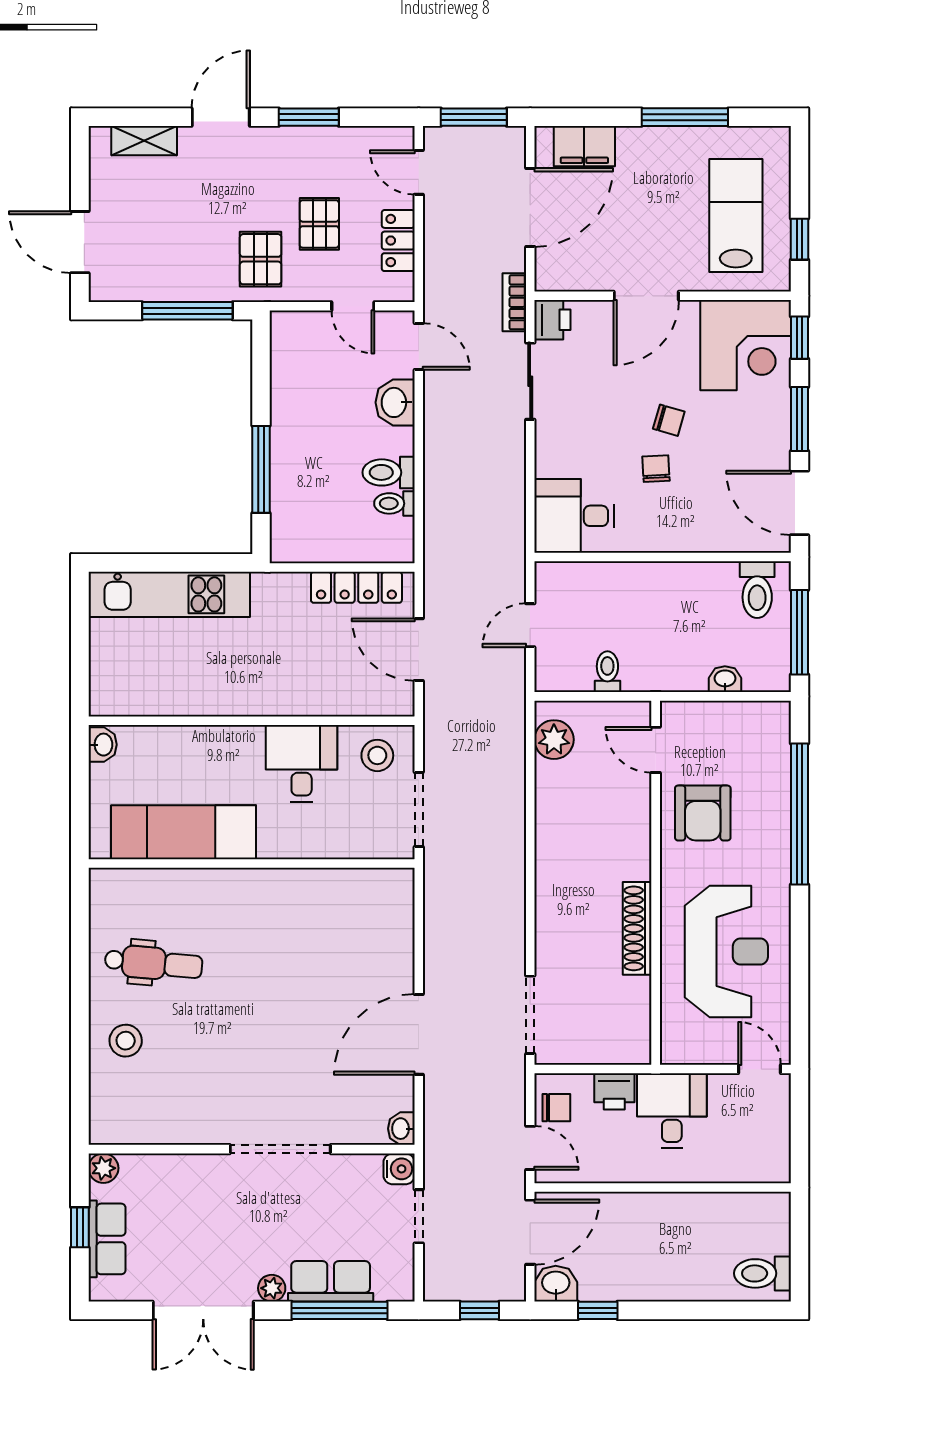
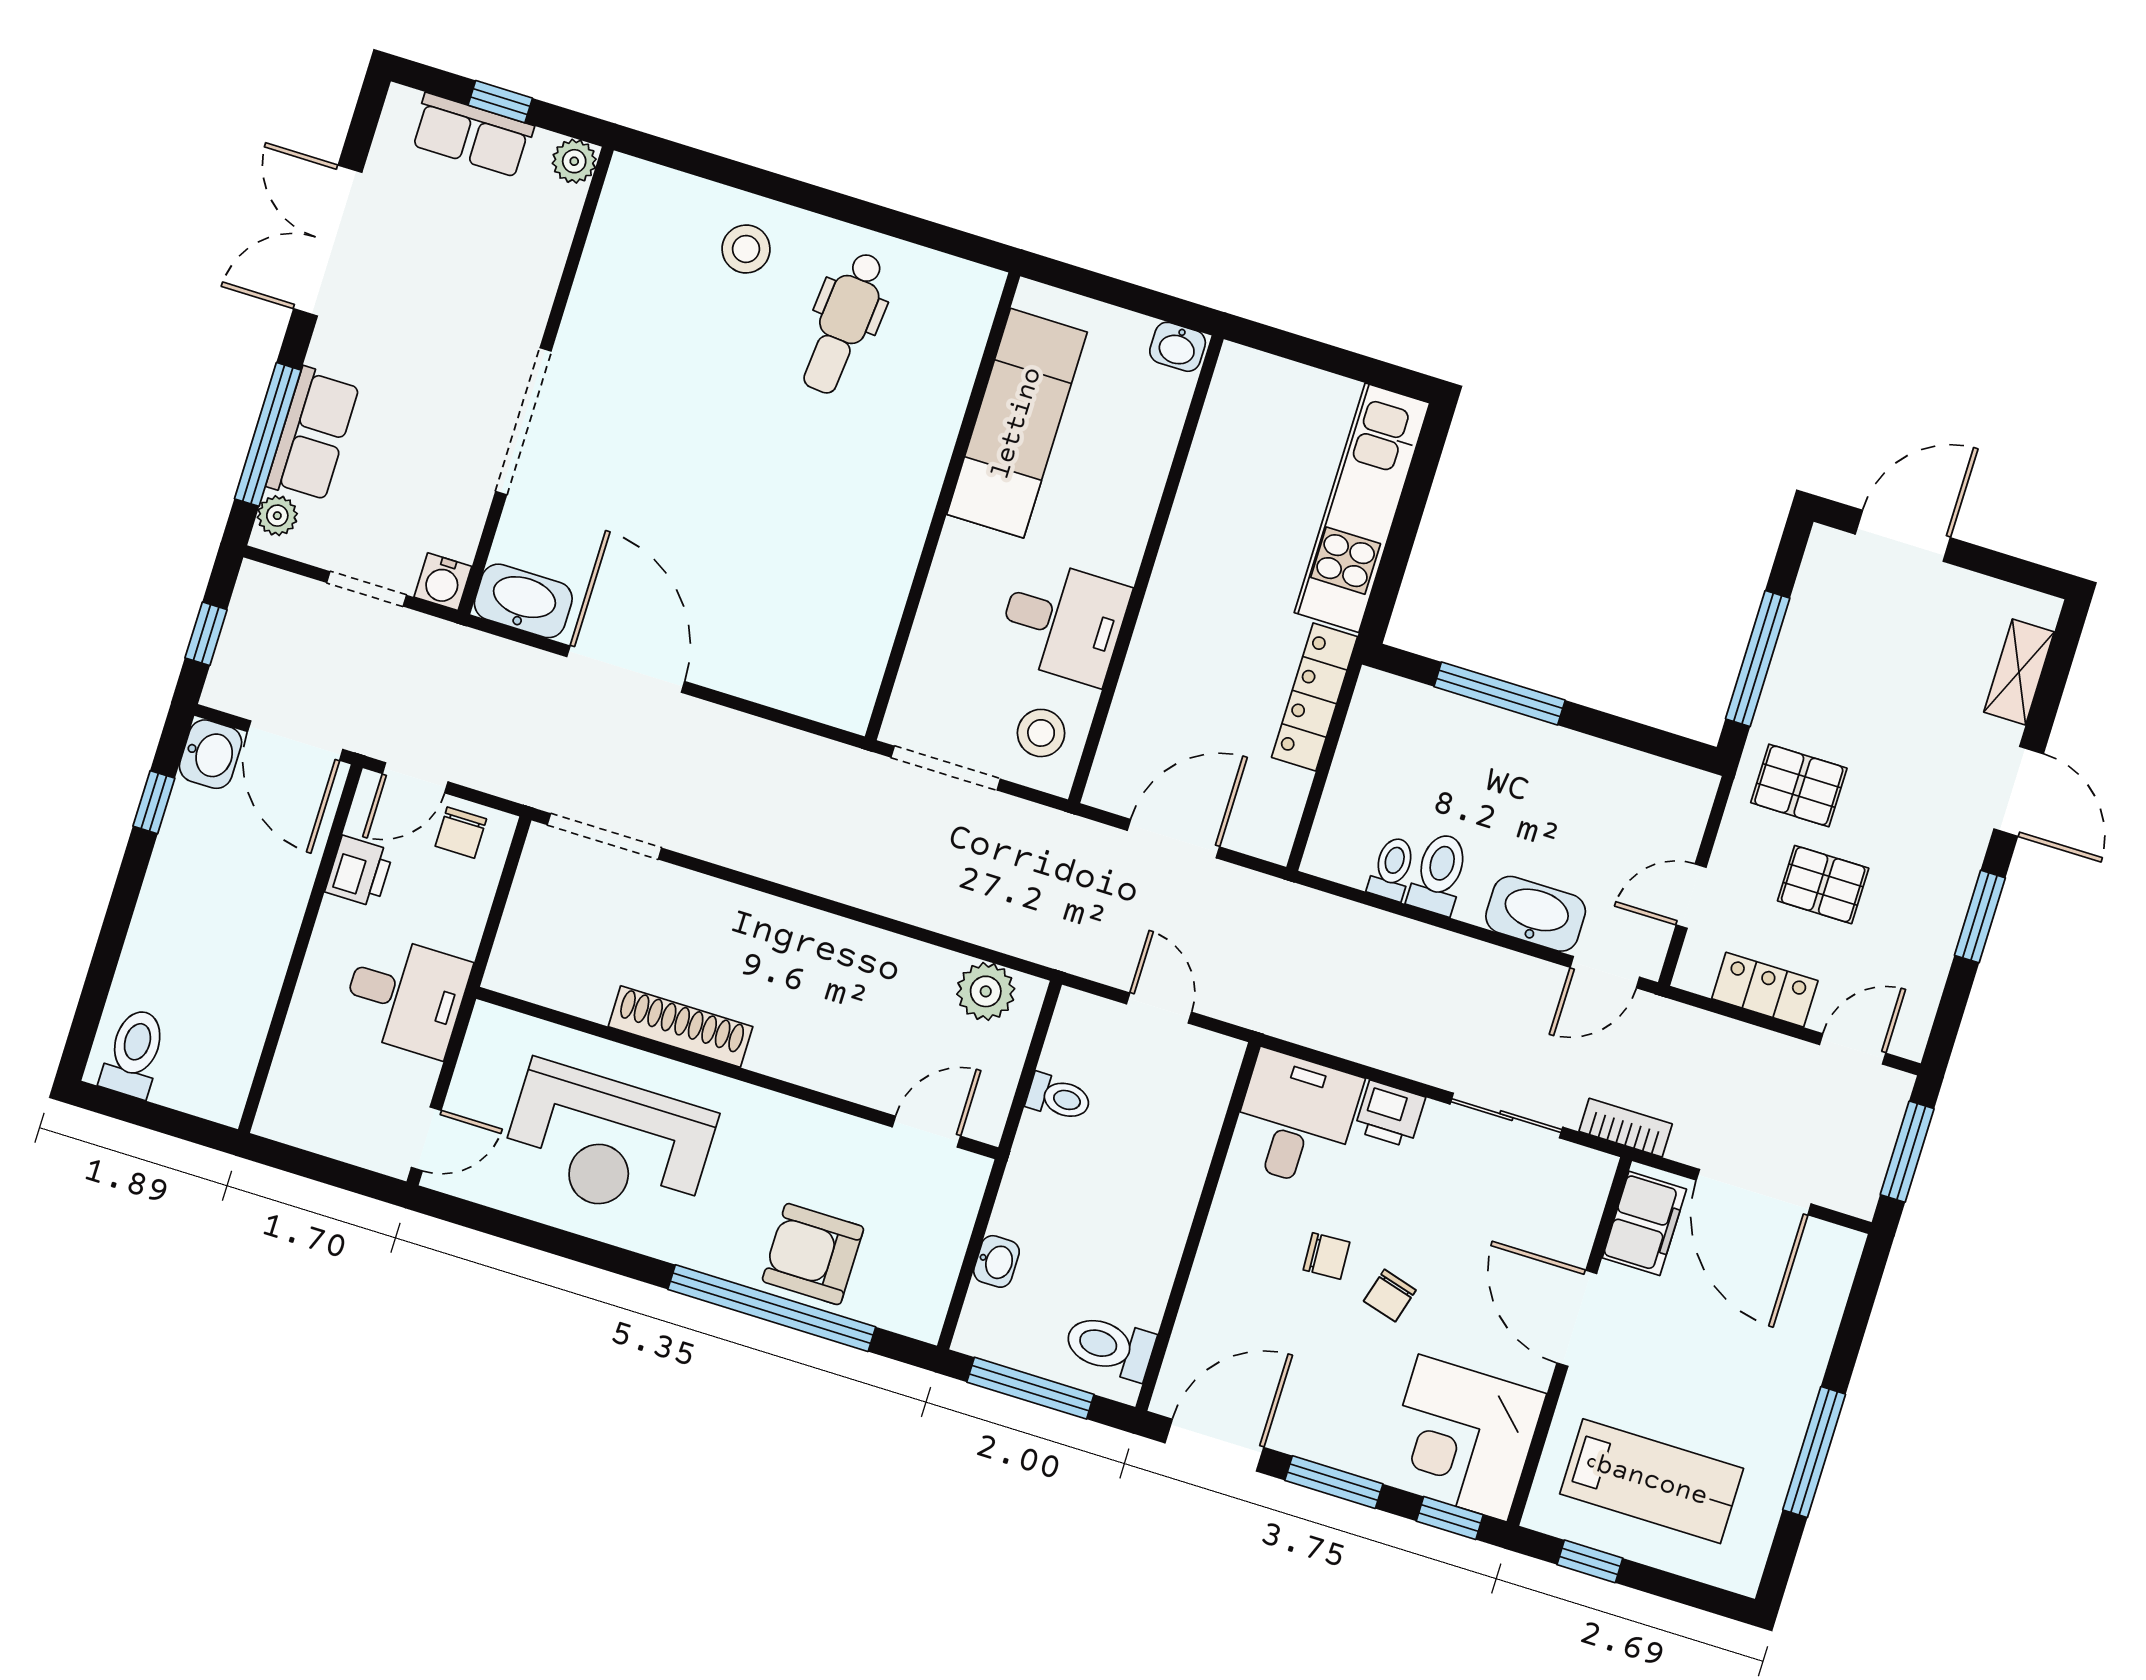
filing cabinet: (584, 146) -> (1644, 1223), moved, turned 180
printer: (552, 320) -> (1390, 1114), moved
washbasin: (395, 402) -> (1536, 914), width x1.38
locker: (356, 587) -> (1314, 697), moved
armchair: (703, 813) -> (813, 1254), moved
printer: (614, 1091) -> (359, 871), moved, turned 180
washbasin: (401, 1129) -> (523, 601), width x1.91, depth x1.45
plant: (272, 1288) -> (277, 516), moved

